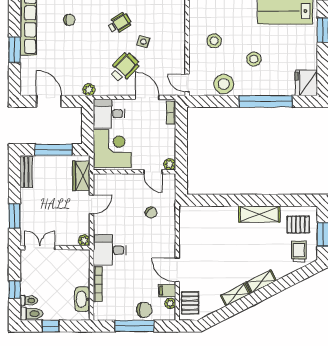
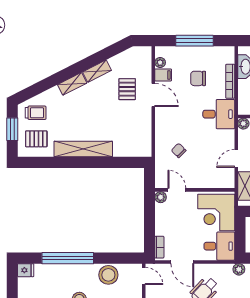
fridge: (306, 83) -> (26, 270), width x0.53, depth x0.75
shelving: (259, 214) -> (83, 149), width x1.47
trolley: (299, 252) -> (36, 113), turned -90
pallet: (190, 303) -> (127, 89), moved
chair: (144, 310) -> (198, 78), moved

